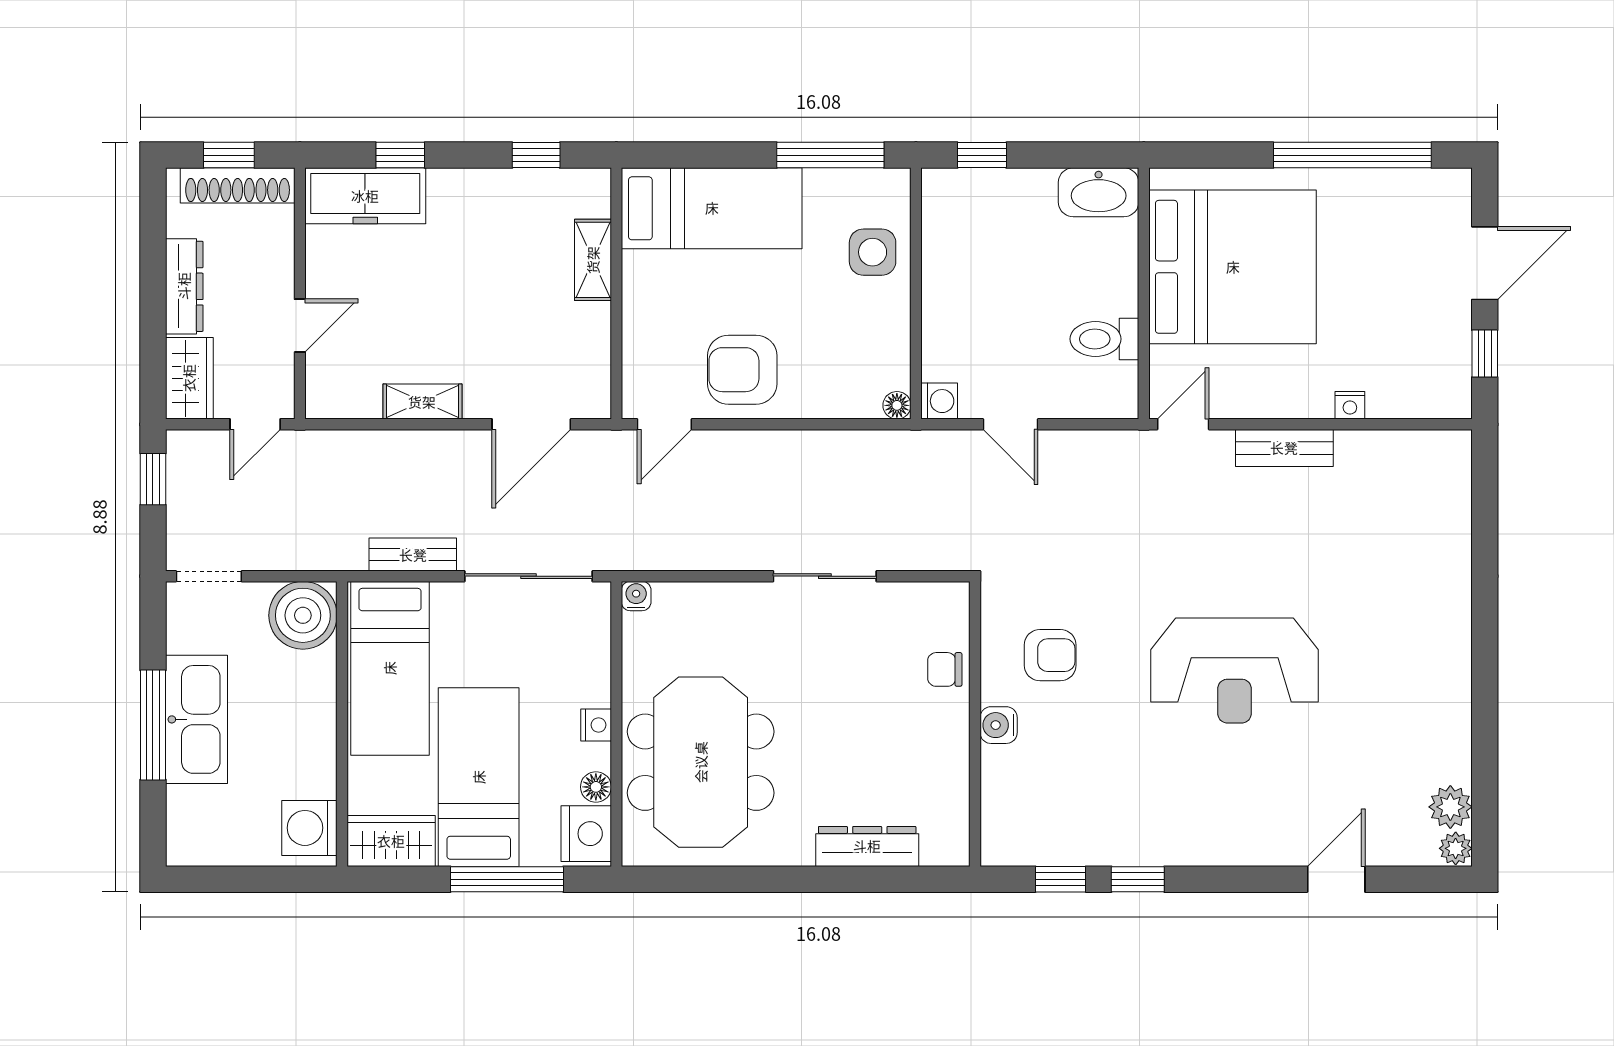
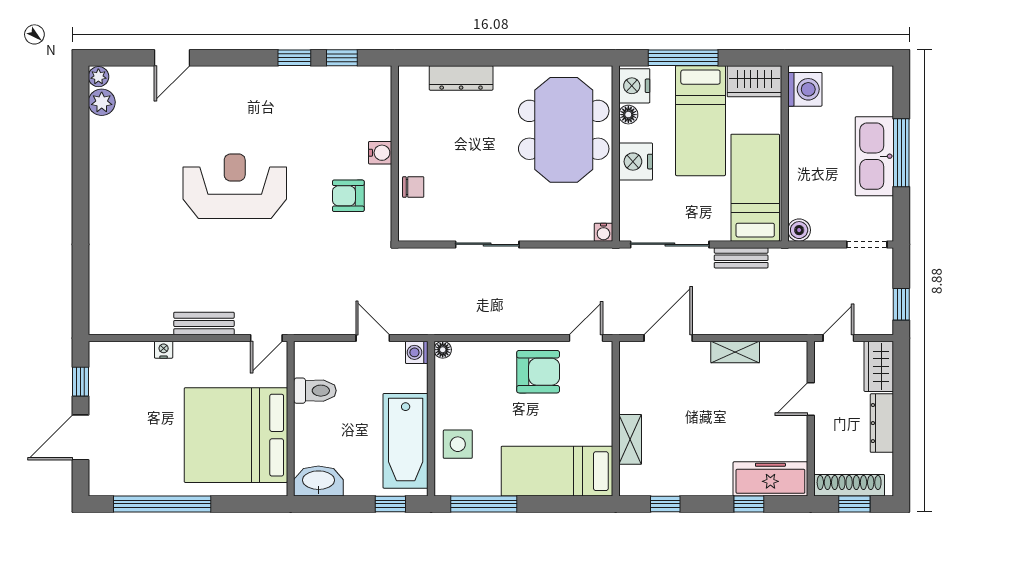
bathtub: (957, 257) -> (406, 441), added
boiler: (303, 615) -> (799, 230), width x0.54, depth x0.54
nightstand: (596, 725) -> (636, 162), width x1.89, depth x1.79

